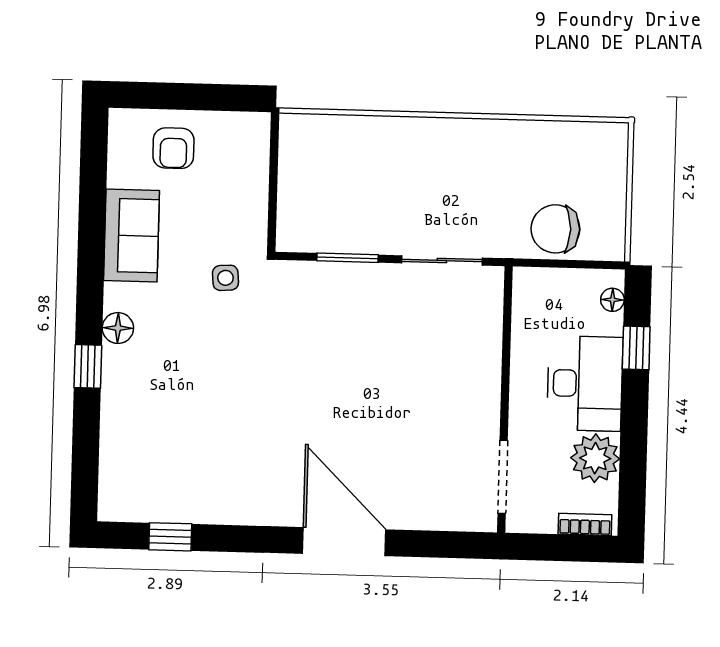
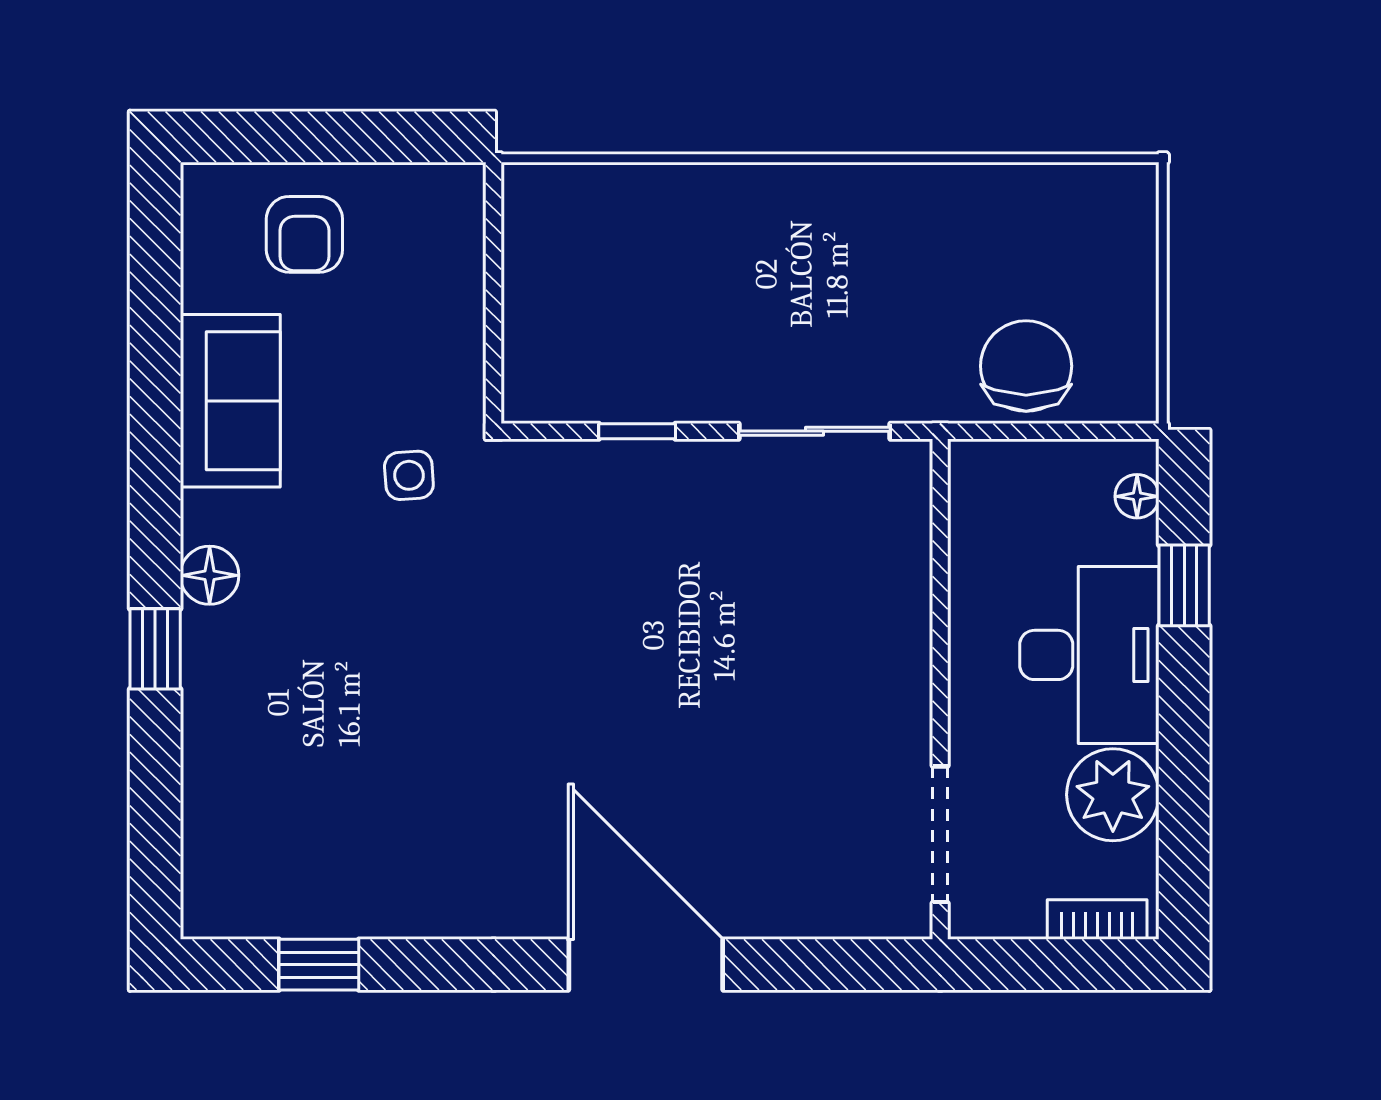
chair: (555, 229) -> (1026, 366), turned 90
window: (348, 258) -> (637, 431), width x0.67

